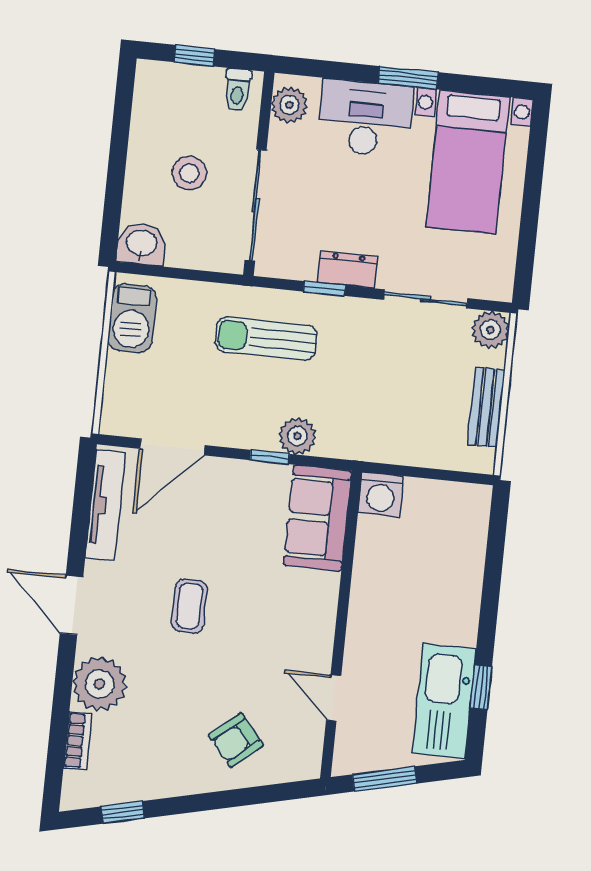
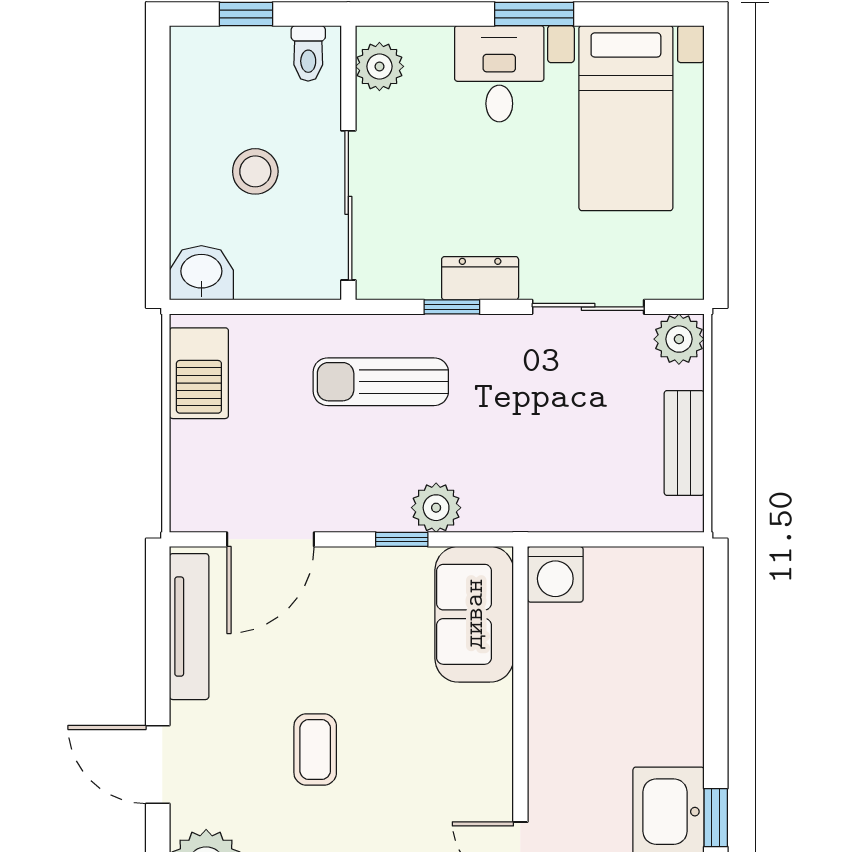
desk: (365, 118) -> (499, 74), width x0.73

